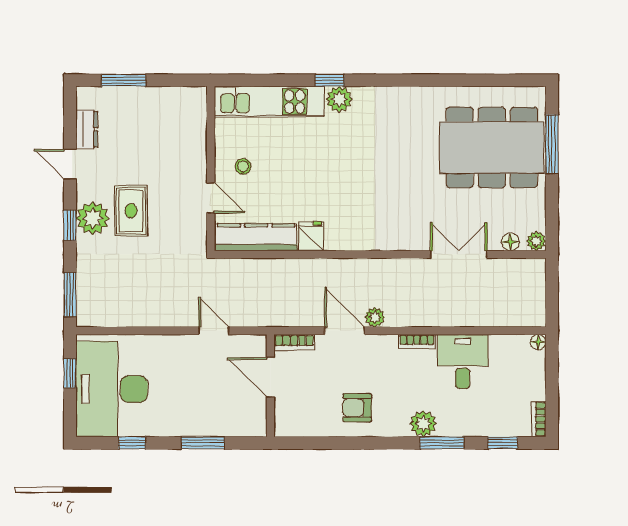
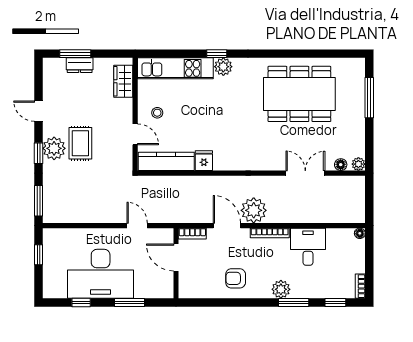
wardrobe: (194, 120) -> (123, 81), added
dresser: (87, 129) -> (80, 65), moved, turned 90
dining table: (492, 148) -> (299, 94), moved
plant: (375, 317) -> (254, 210), width x1.87, depth x1.87
bookcase: (417, 342) -> (270, 233), width x1.56
desk: (112, 389) -> (101, 274), moved, turned -90

